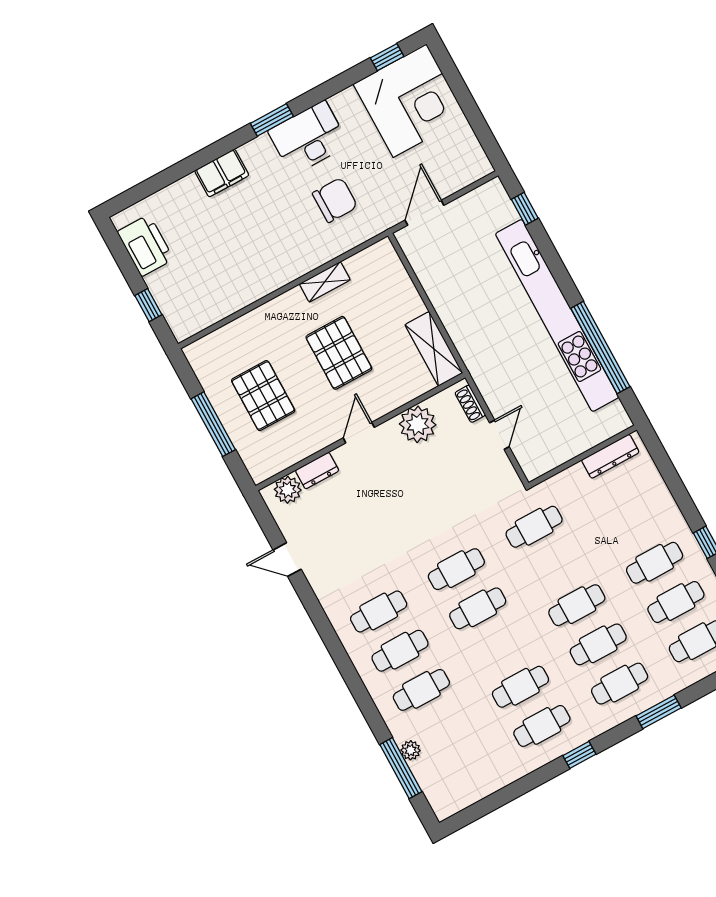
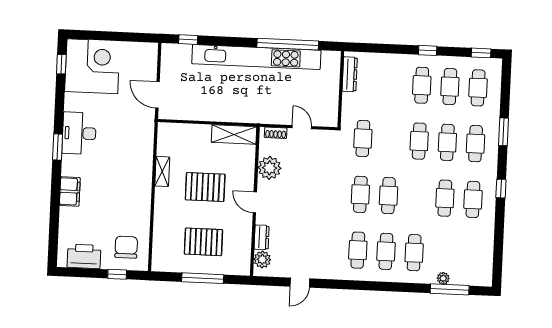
chair: (335, 200) -> (126, 247), moved

